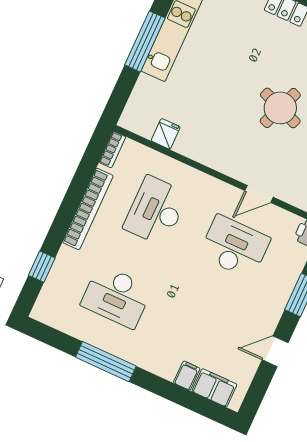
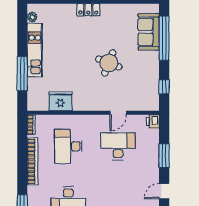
window: (145, 41) -> (22, 74), moved
fridge: (166, 134) -> (60, 101), width x1.88, depth x1.34

